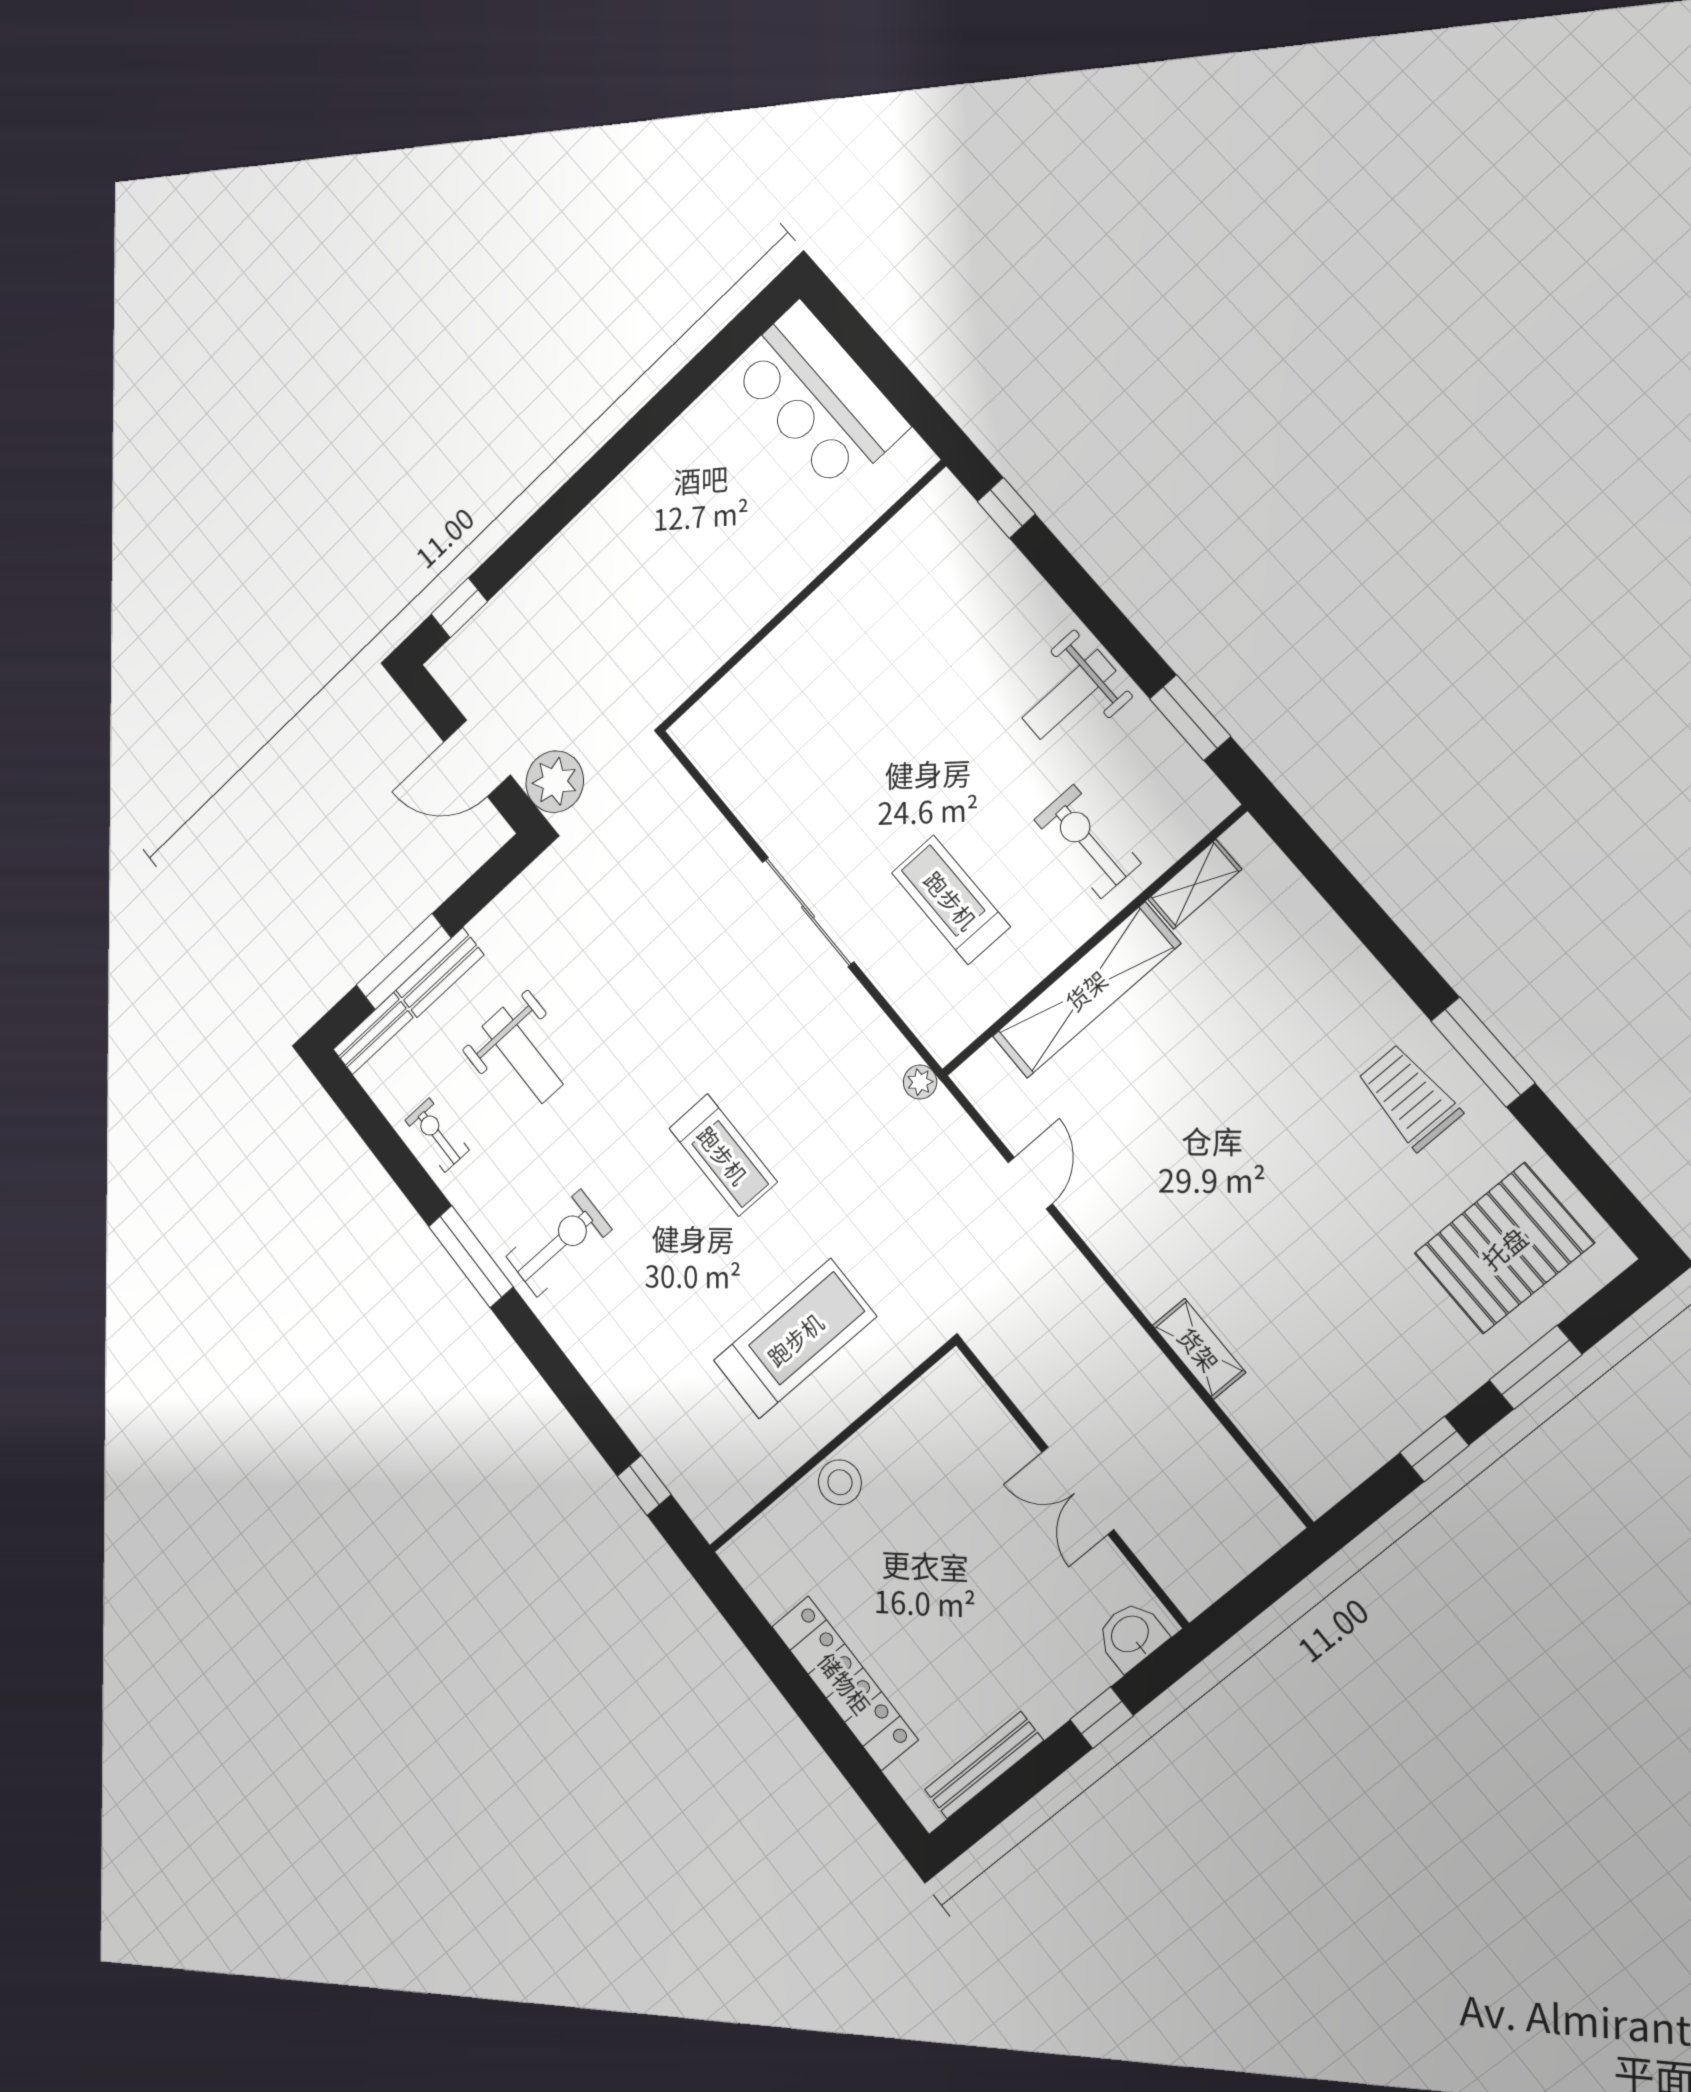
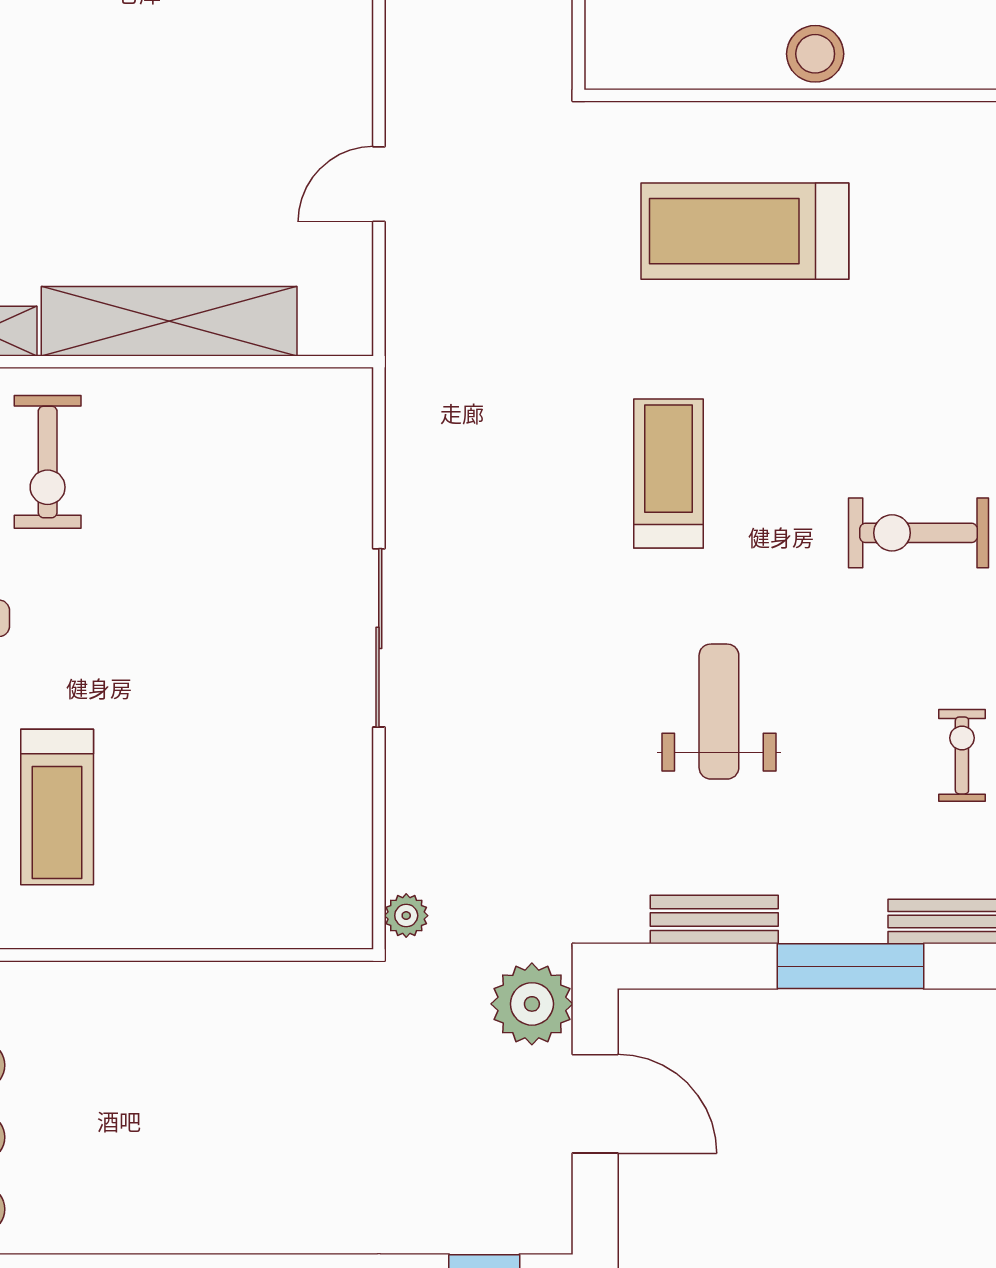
treadmill: (951, 900) -> (57, 807), moved
bench: (440, 973) -> (714, 920), moved
weight bench: (522, 1055) -> (719, 712), moved
plant: (920, 1082) -> (406, 916), moved
exercise bike: (437, 1135) -> (962, 755), turned 180

